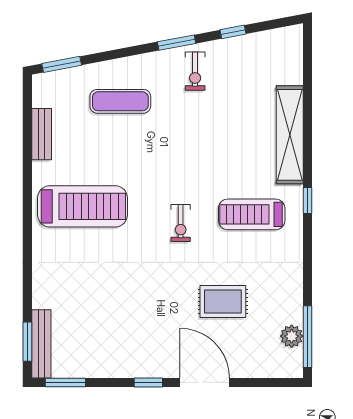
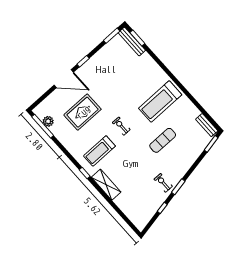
exercise mat: (120, 101) -> (163, 140), moved
bench: (42, 134) -> (207, 125), moved
shelving: (290, 135) -> (106, 185), width x0.68
treadmill: (252, 214) -> (99, 151), turned 180
rug: (223, 302) -> (83, 112), width x1.36, depth x1.43

